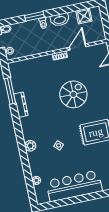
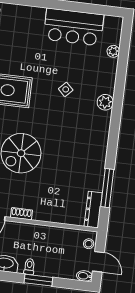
dresser: (21, 105) -> (93, 210), moved
bar counter: (74, 186) -> (74, 27), width x0.73

